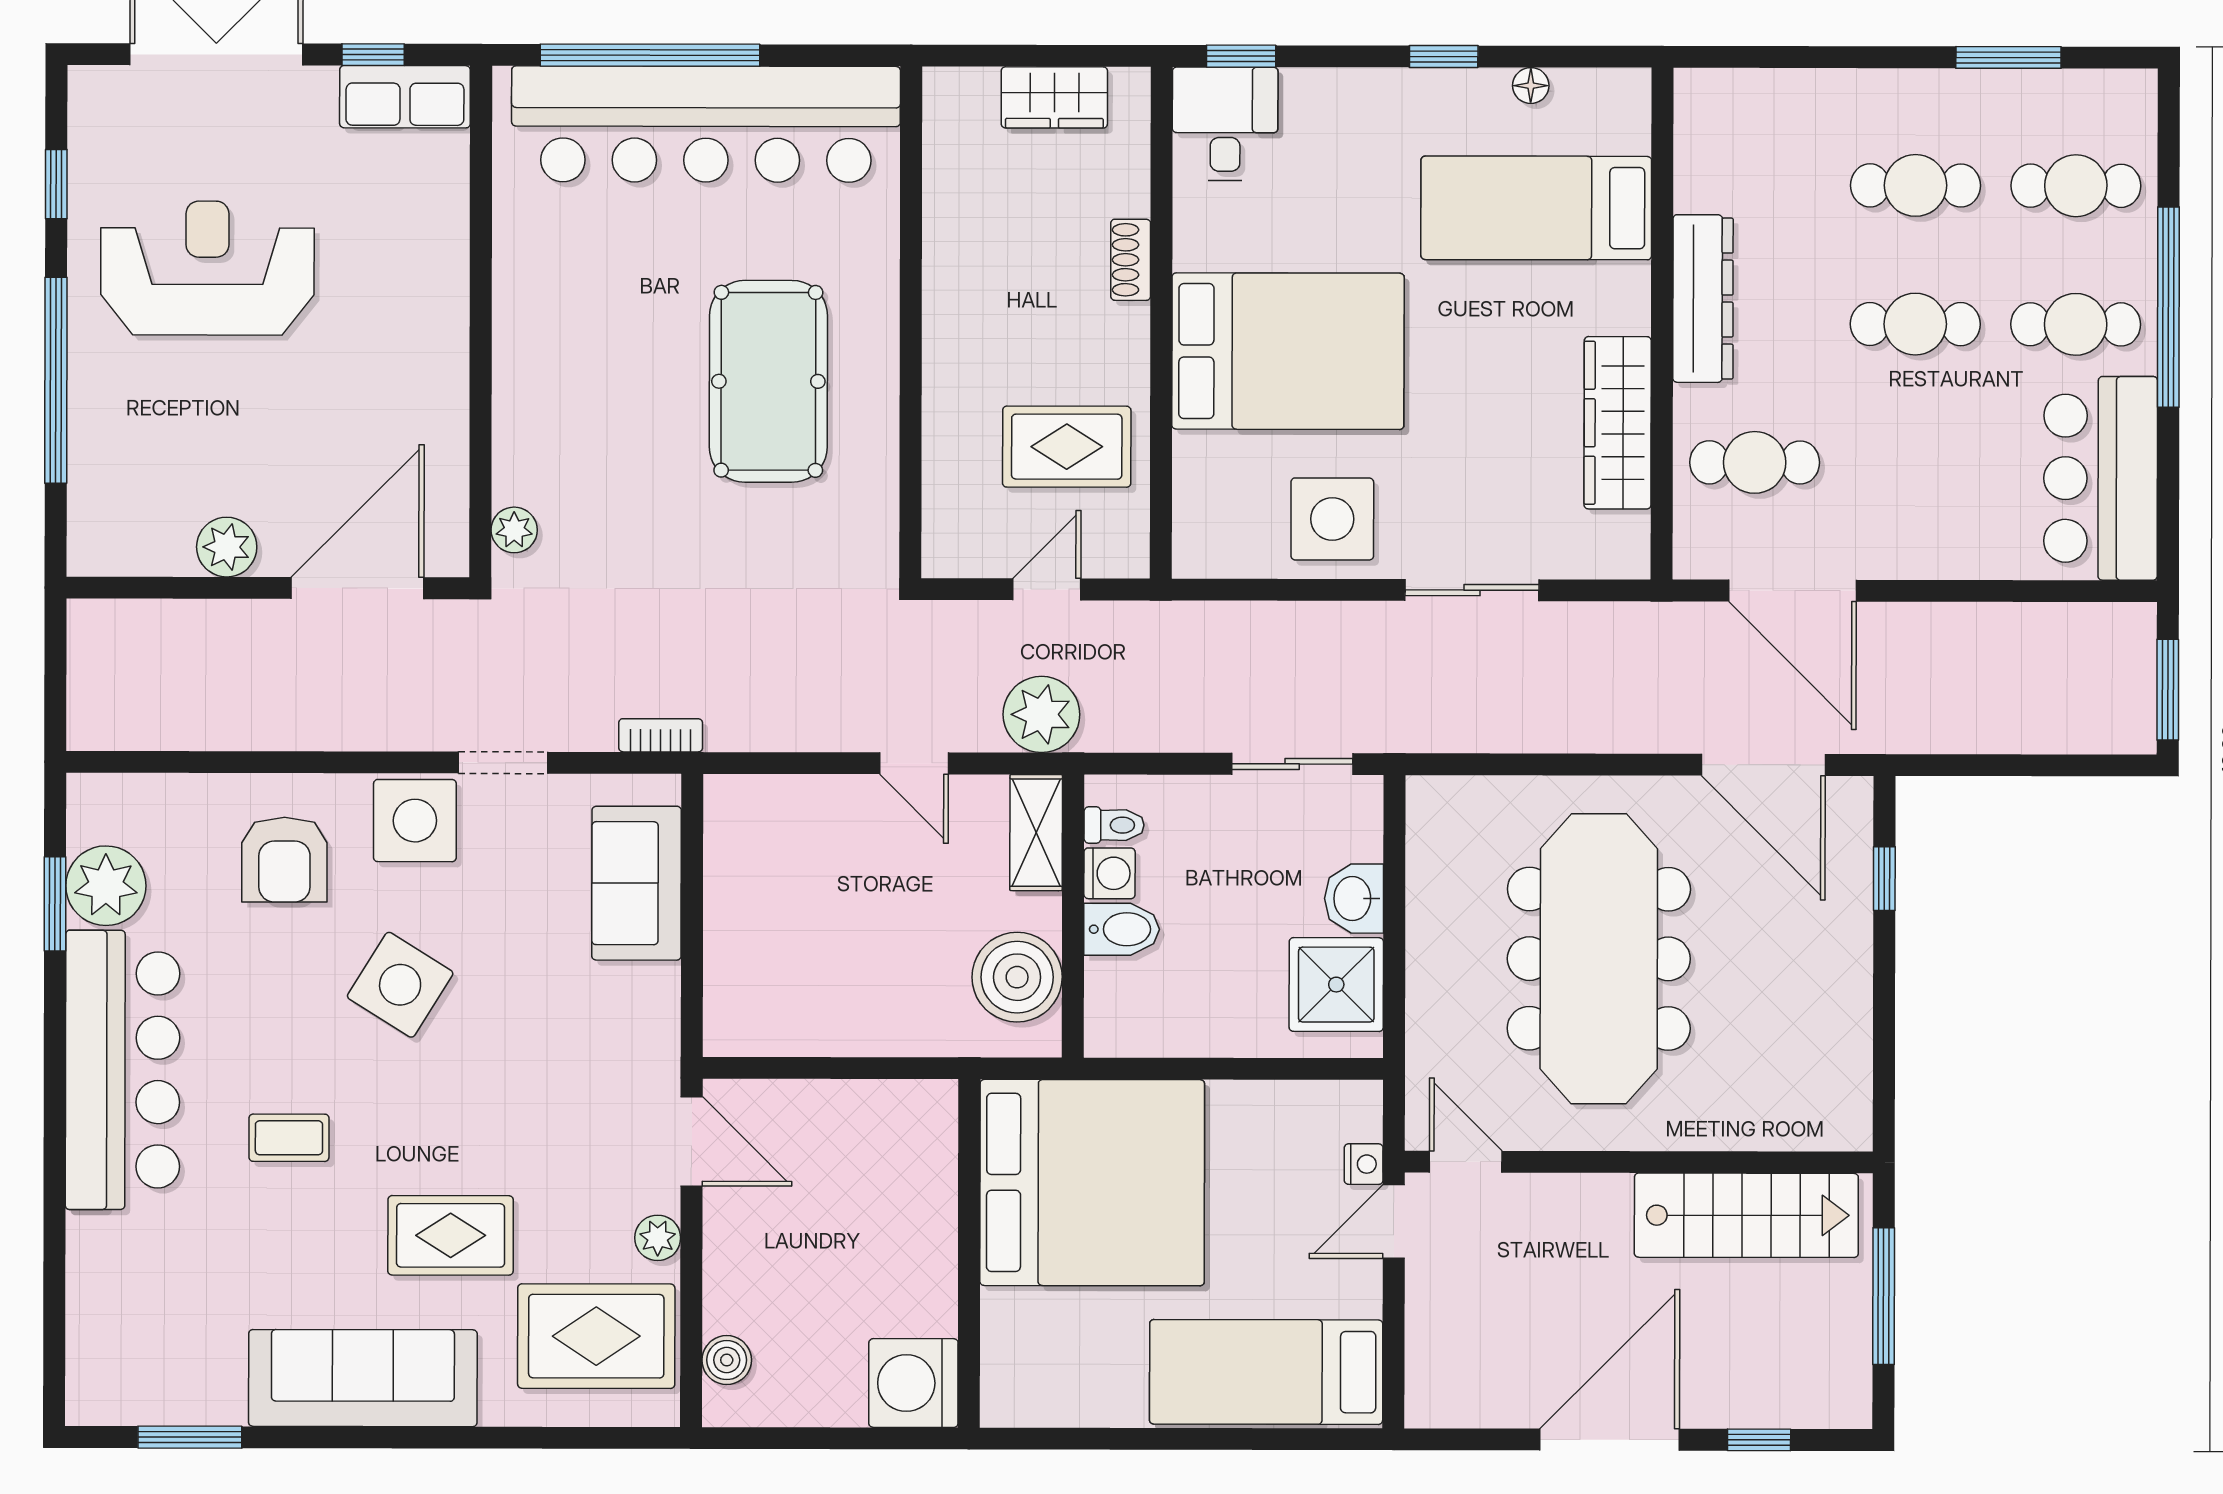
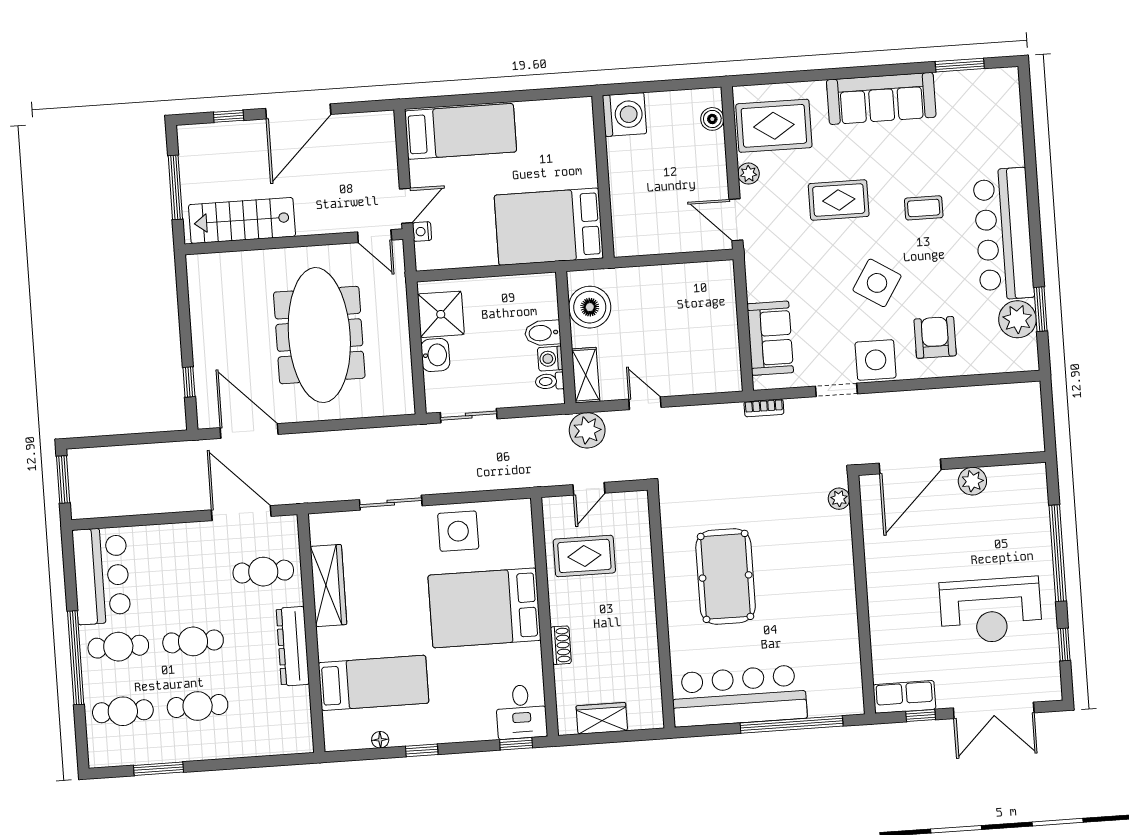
bar counter: (706, 124) -> (739, 696), width x0.73
bed: (1092, 1183) -> (549, 227), width x0.73
rug: (451, 1235) -> (839, 200), moved

